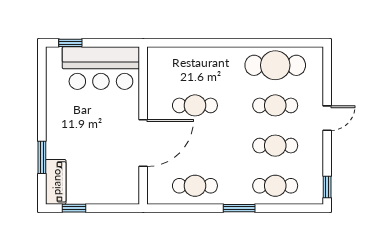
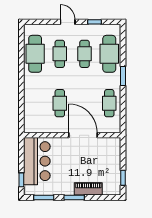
window: (42, 79) -> (44, 197), added
window: (42, 157) -> (74, 197), moved
piano: (56, 182) -> (88, 189), moved
cafe table: (275, 186) -> (109, 54), width x1.37, depth x1.35
window: (327, 187) -> (94, 22), moved

